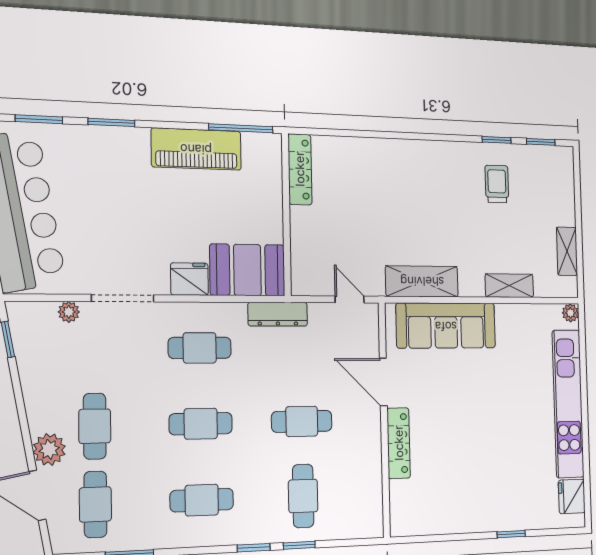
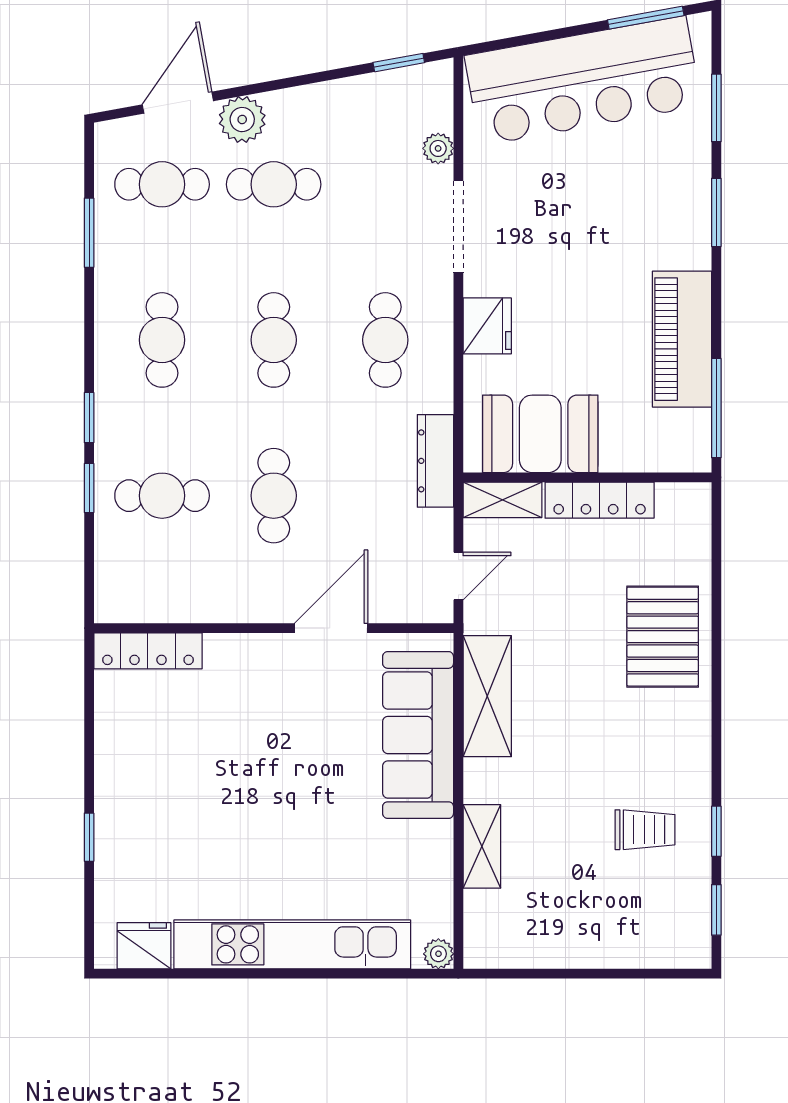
locker: (300, 169) -> (600, 500), moved
pallet: (384, 169) -> (663, 637), added
shelving: (567, 251) -> (502, 500), moved
booth: (247, 270) -> (540, 434), moved, turned 90
locker: (399, 443) -> (148, 651), moved

